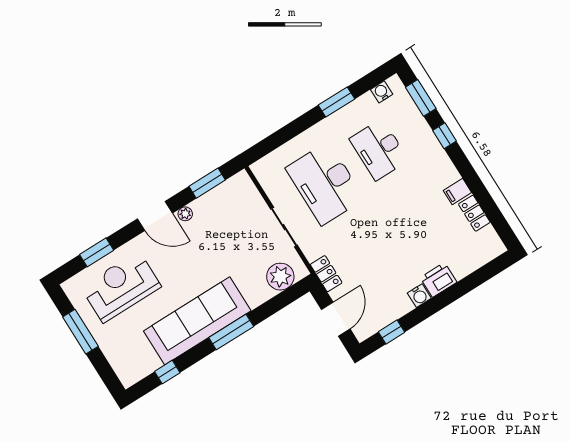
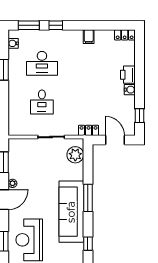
desk: (325, 183) -> (42, 102), width x0.53, depth x0.77
locker: (474, 213) -> (125, 35), moved

